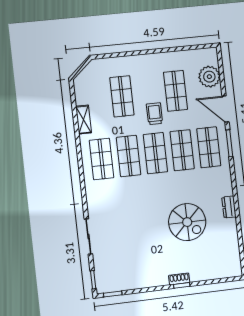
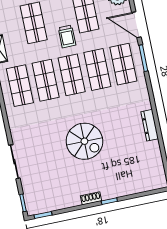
trolley: (154, 114) -> (67, 36), turned 180
dresser: (229, 207) -> (150, 125), width x1.44
spiral stairs: (187, 222) -> (84, 141), moved
shoe rack: (179, 279) -> (91, 198), moved

